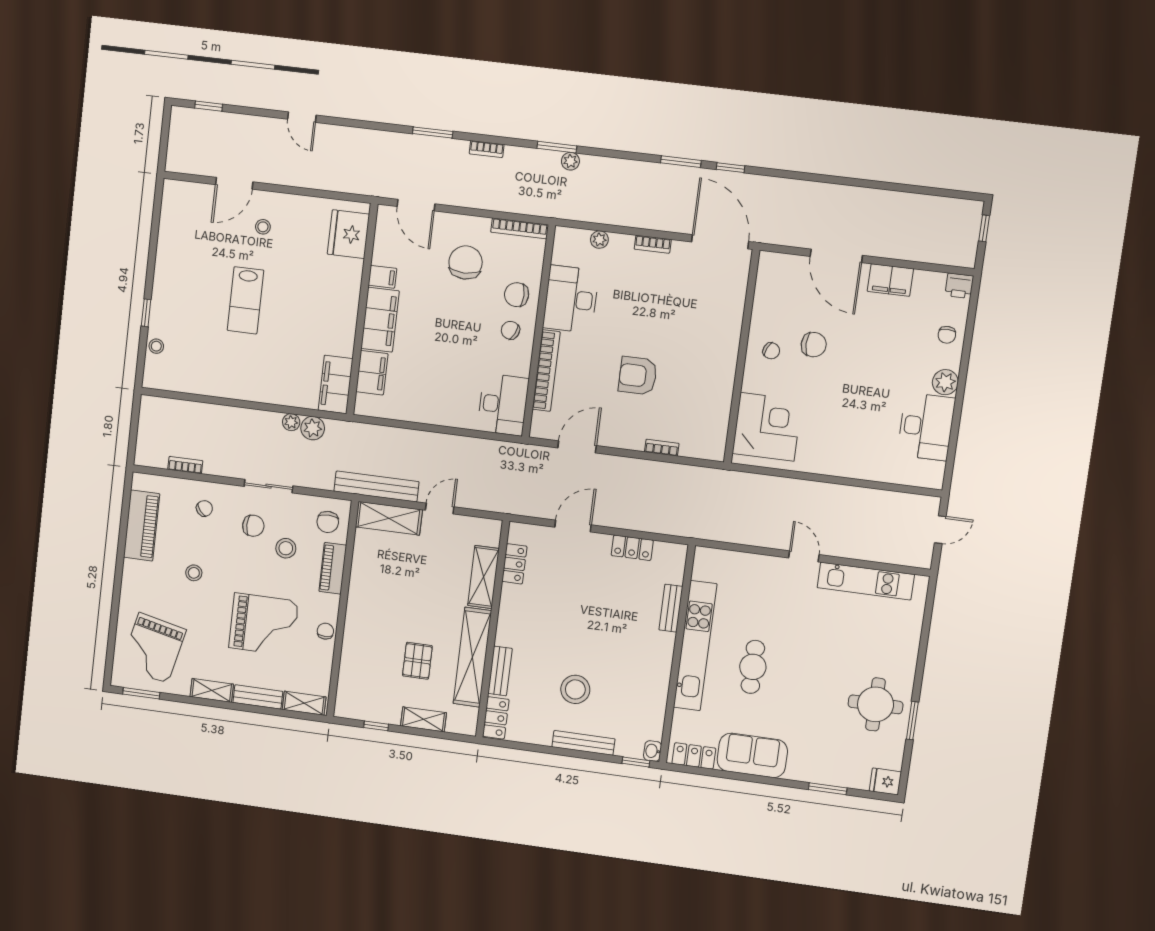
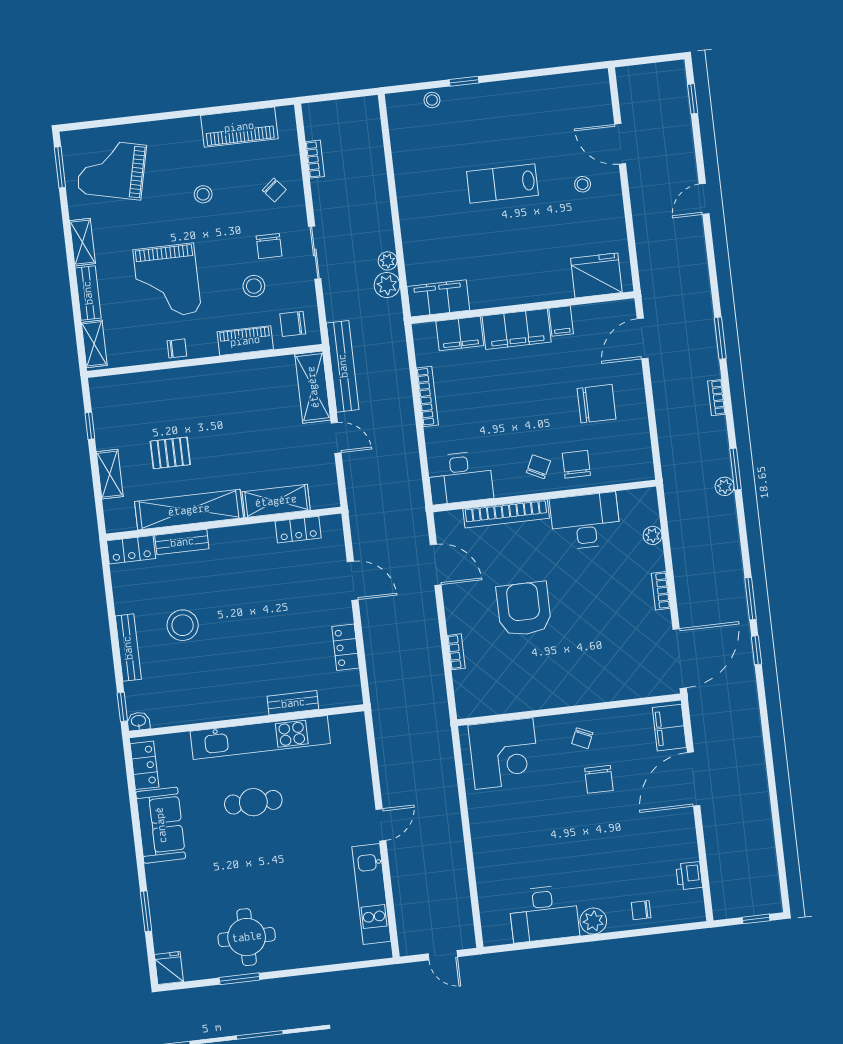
bookcase: (520, 228) -> (427, 396), moved, turned 180
filing cabinet: (890, 280) -> (669, 728), moved
printer: (959, 286) -> (689, 876), moved
armchair: (638, 376) -> (524, 609), width x1.36, depth x1.36

